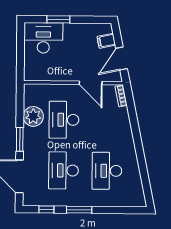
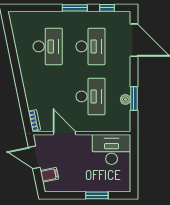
desk: (43, 38) -> (112, 149), moved, turned 180
door: (122, 59) -> (34, 157), swing flipped
plant: (33, 116) -> (125, 99), width x0.53, depth x0.53
window: (20, 139) -> (134, 98), moved

